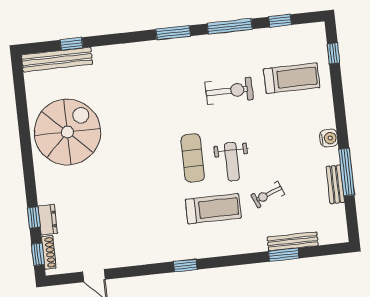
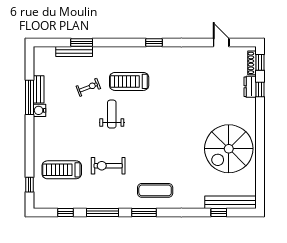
water cooler: (329, 138) -> (40, 110), moved
exercise mat: (193, 158) -> (155, 190), moved, turned 90

